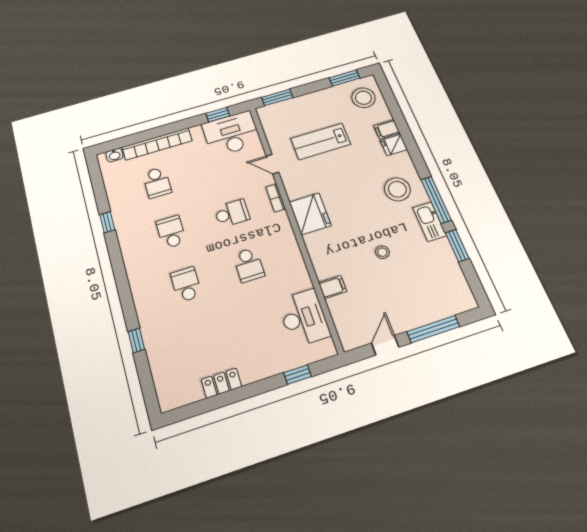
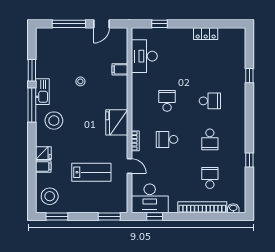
school desk: (186, 285) -> (210, 101), turned -90

